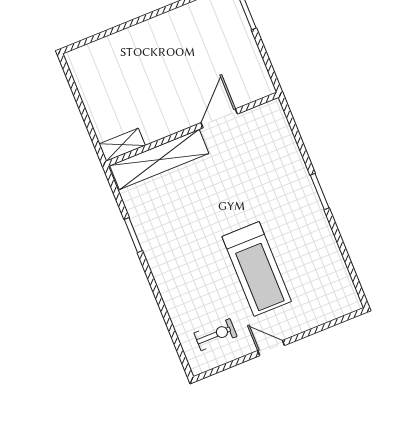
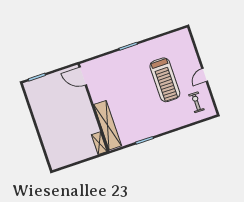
door: (219, 118) -> (83, 76), moved
treadmill: (257, 269) -> (165, 80), turned 90

